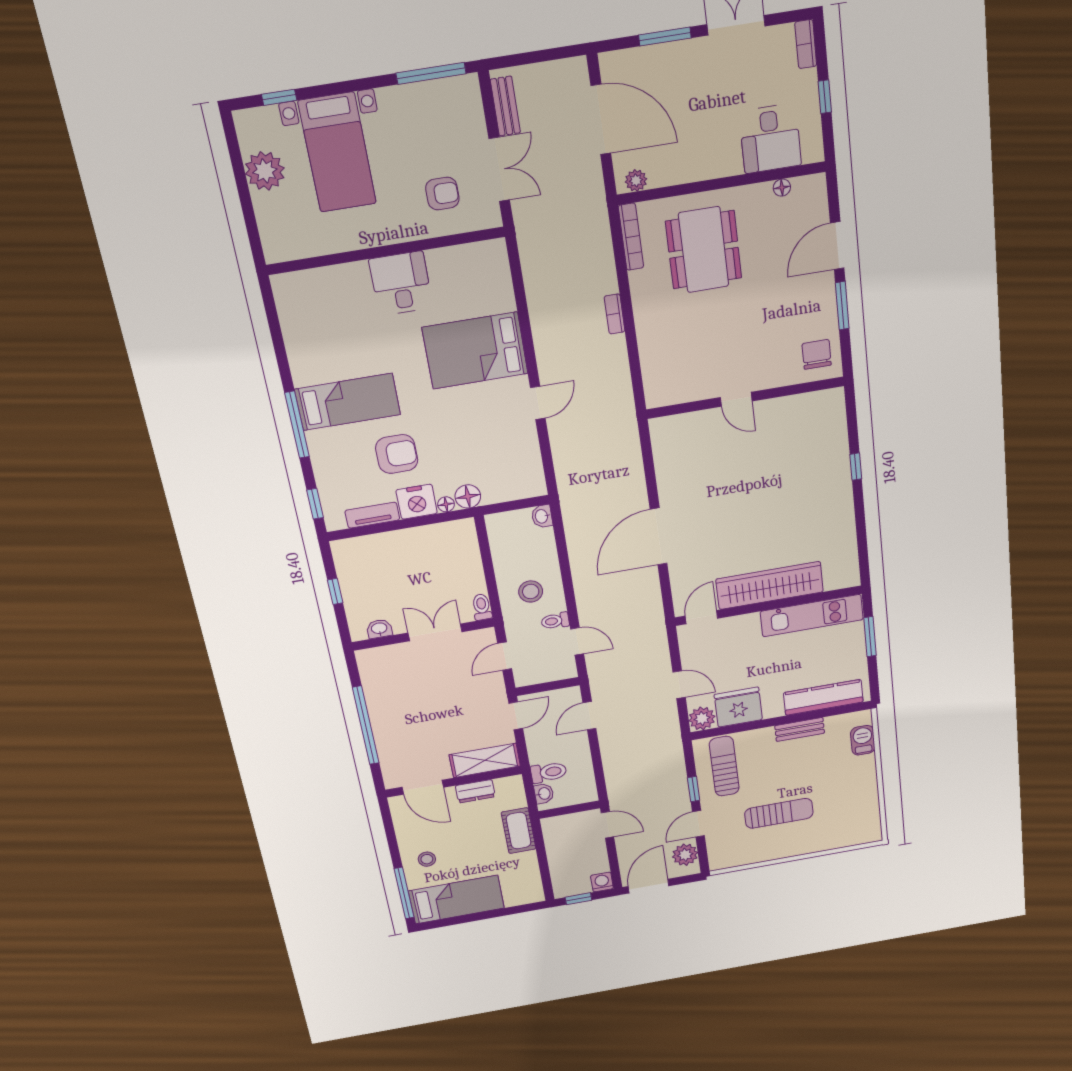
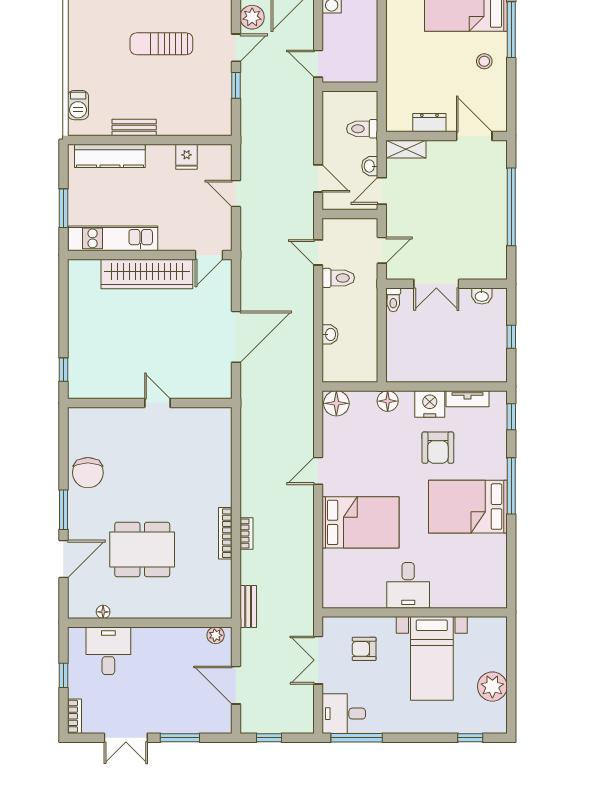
window: (547, 55) -> (269, 738), added
desk: (454, 104) -> (344, 714), added
bench: (505, 106) -> (248, 607), moved
door: (601, 119) -> (236, 685), width x0.73
bed with nightstands: (337, 152) -> (432, 658), moved, turned 180
bookcase: (631, 237) -> (225, 533), moved
dining table: (704, 250) -> (142, 549), moved, turned 90
chair: (817, 354) -> (88, 473), width x1.37, depth x1.37
wall: (745, 398) -> (150, 403), moved
door: (736, 399) -> (157, 403), moved
bed: (348, 402) -> (468, 507), width x1.50
armchair: (397, 454) -> (438, 448), turned -90
floor lamp: (446, 504) -> (336, 403), moved, width x1.89, depth x1.89
washbasin: (542, 516) -> (330, 334), moved
stool: (531, 592) -> (350, 306), removed
toilet: (555, 621) -> (338, 278), width x1.37, depth x1.39
fridge: (738, 707) -> (187, 157), width x0.53, depth x0.75
door: (589, 716) -> (318, 178), hinge flipped
plant: (702, 718) -> (220, 156), removed
shelving: (485, 760) -> (406, 149), width x0.67, depth x0.75
sun lounger: (724, 766) -> (206, 103), removed
washbasin: (544, 794) -> (370, 166), moved
cot: (519, 831) -> (398, 74), removed

